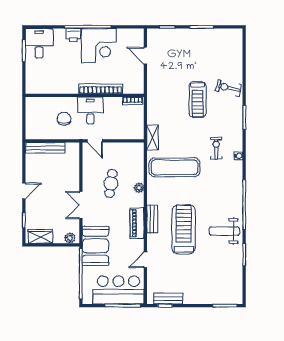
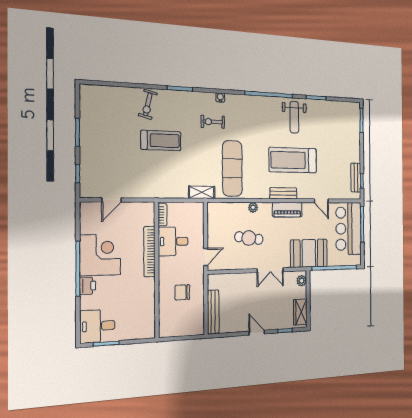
desk: (90, 110) -> (173, 241), moved

